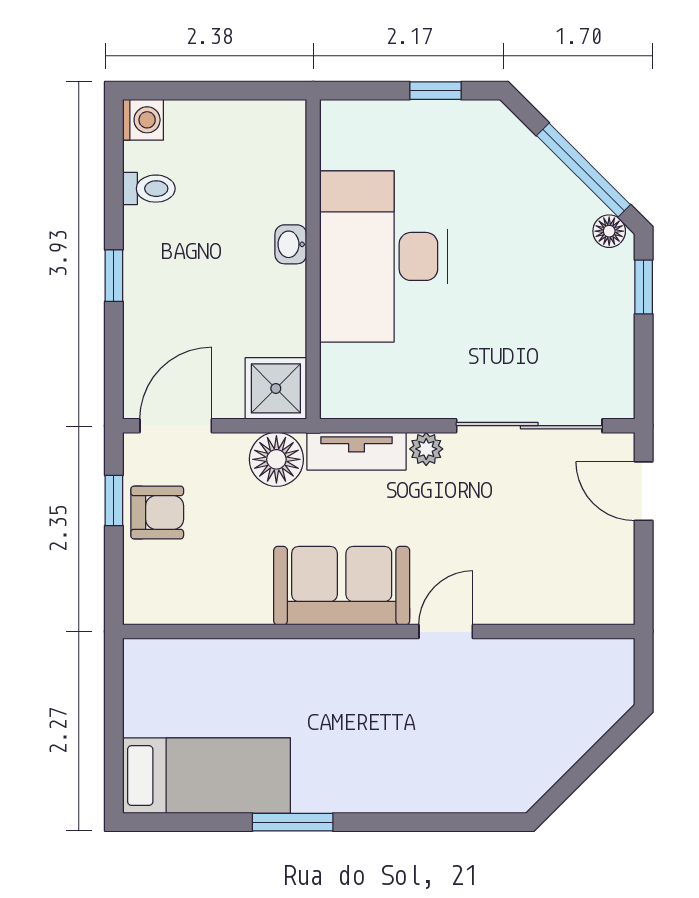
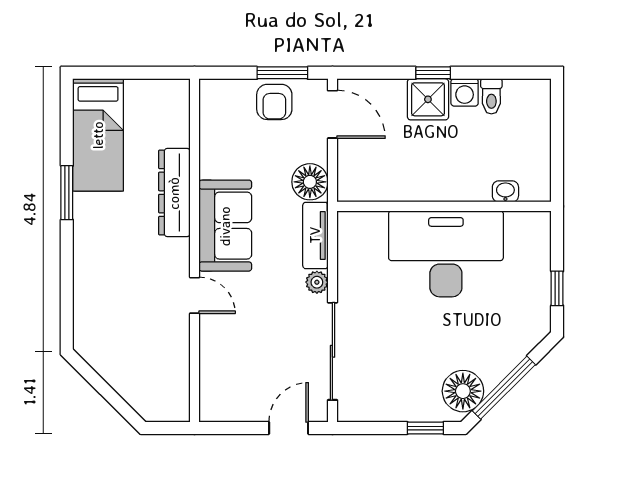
washing machine: (143, 120) -> (465, 92), moved
floor lamp: (609, 231) -> (463, 391), width x1.89, depth x1.89
washbasin: (291, 244) -> (505, 191), moved
shower: (276, 388) -> (428, 99), moved
window: (114, 500) -> (282, 73), width x1.50
dresser: (292, 662) -> (174, 193), added

